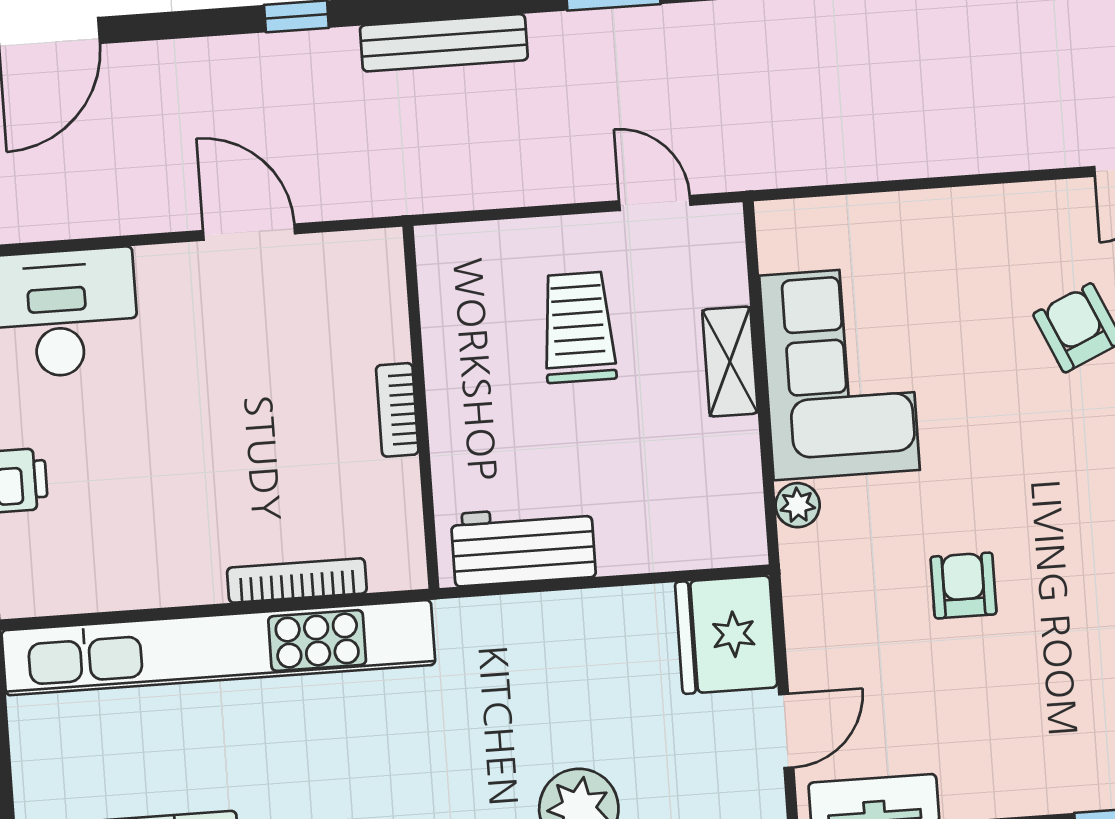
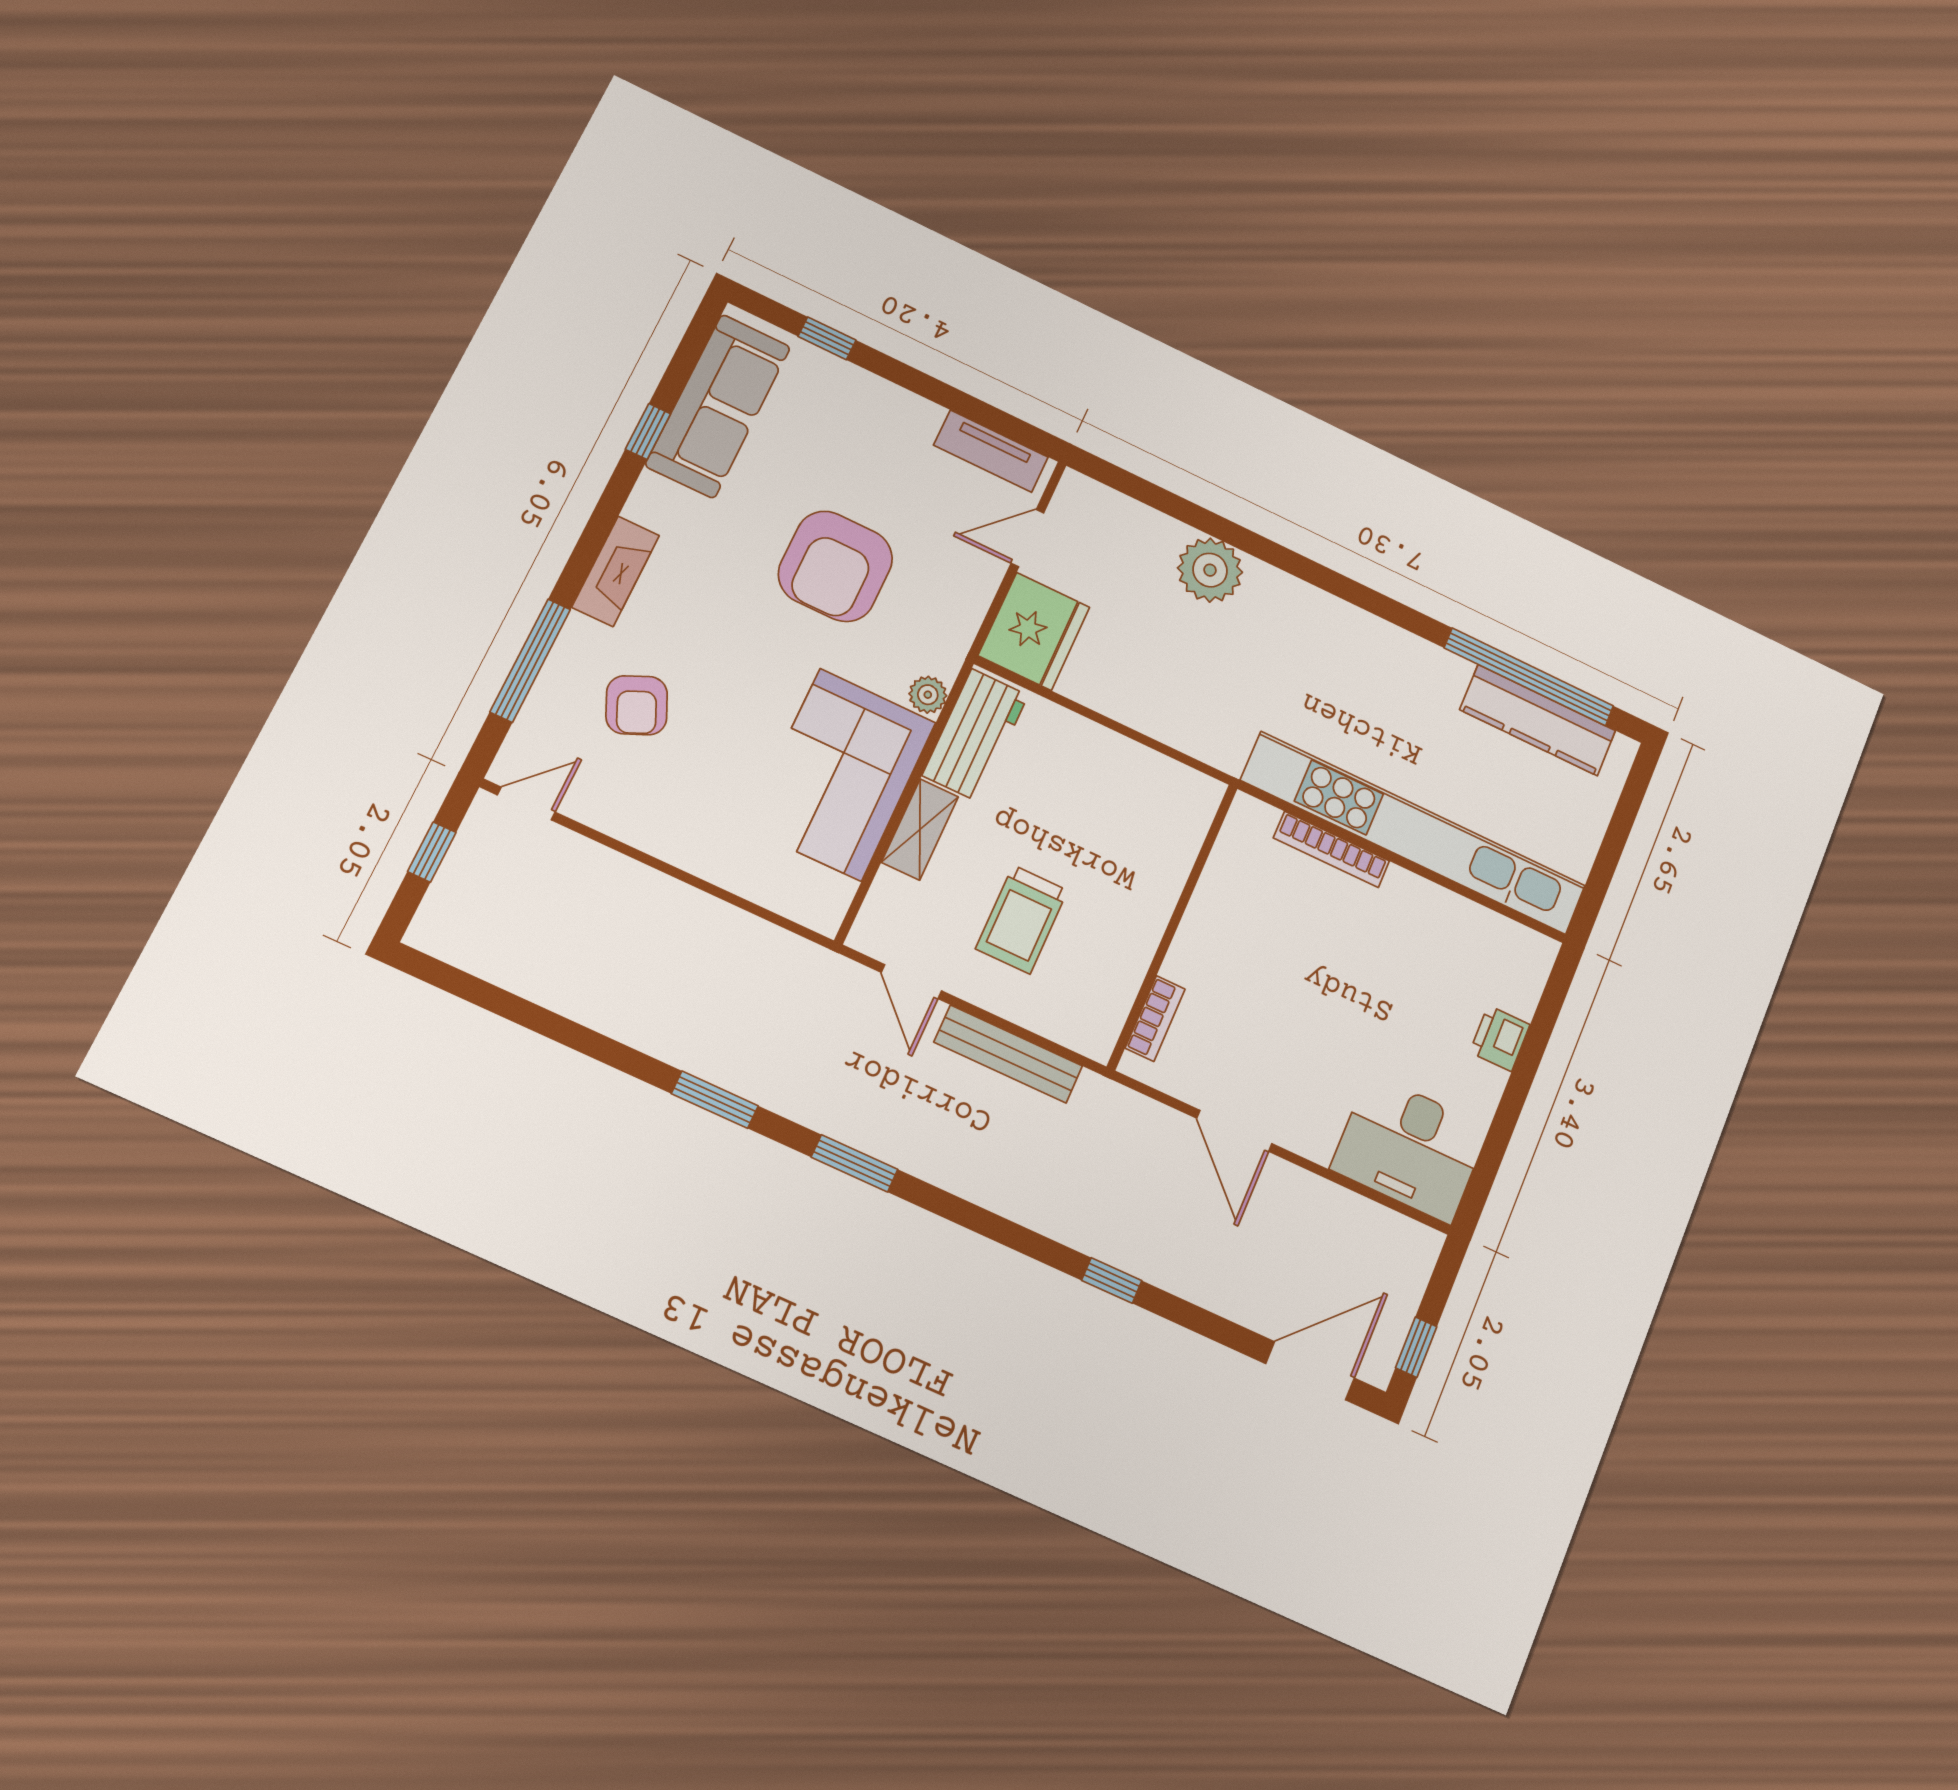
bench: (444, 43) -> (1008, 1054), moved
bookcase: (397, 410) -> (1155, 1018), moved
workbench: (523, 545) -> (975, 735), moved, turned -90
armchair: (963, 585) -> (835, 566), width x1.88, depth x1.88

